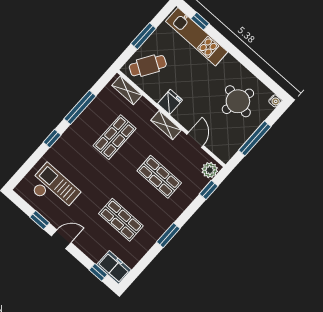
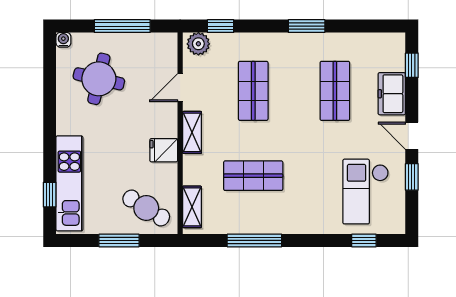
window: (52, 139) -> (364, 240), moved
freezer: (114, 267) -> (392, 94), moved

